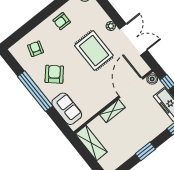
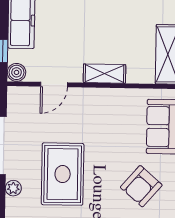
door: (131, 87) -> (54, 84), width x0.53

